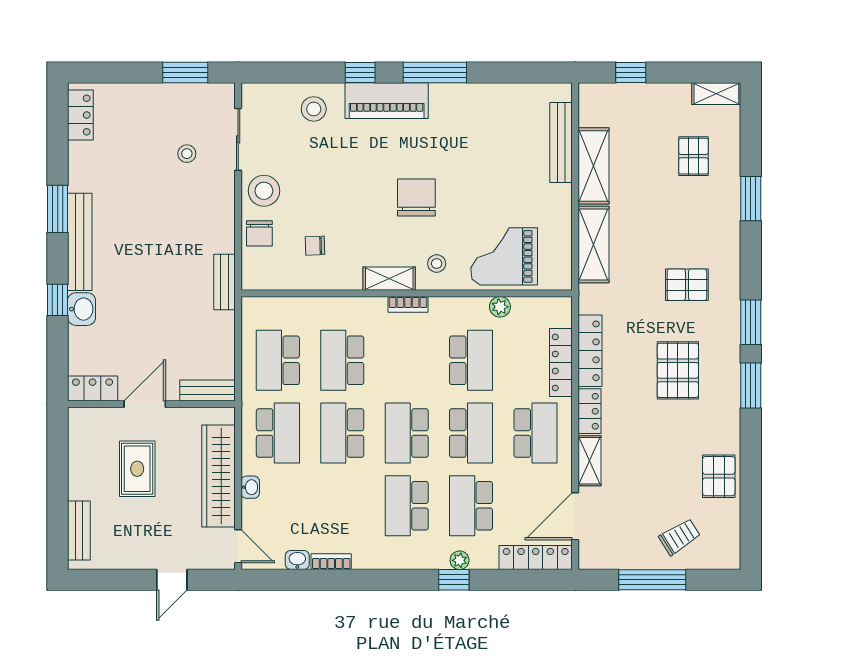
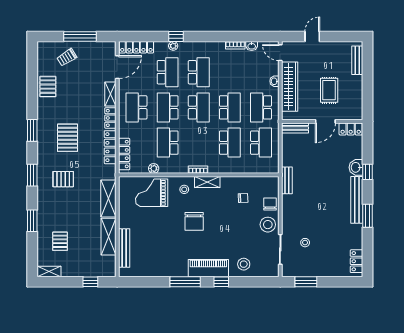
grand piano: (504, 256) -> (152, 193), turned 180
window: (751, 322) -> (32, 175), moved
locker: (561, 362) -> (124, 154), moved

